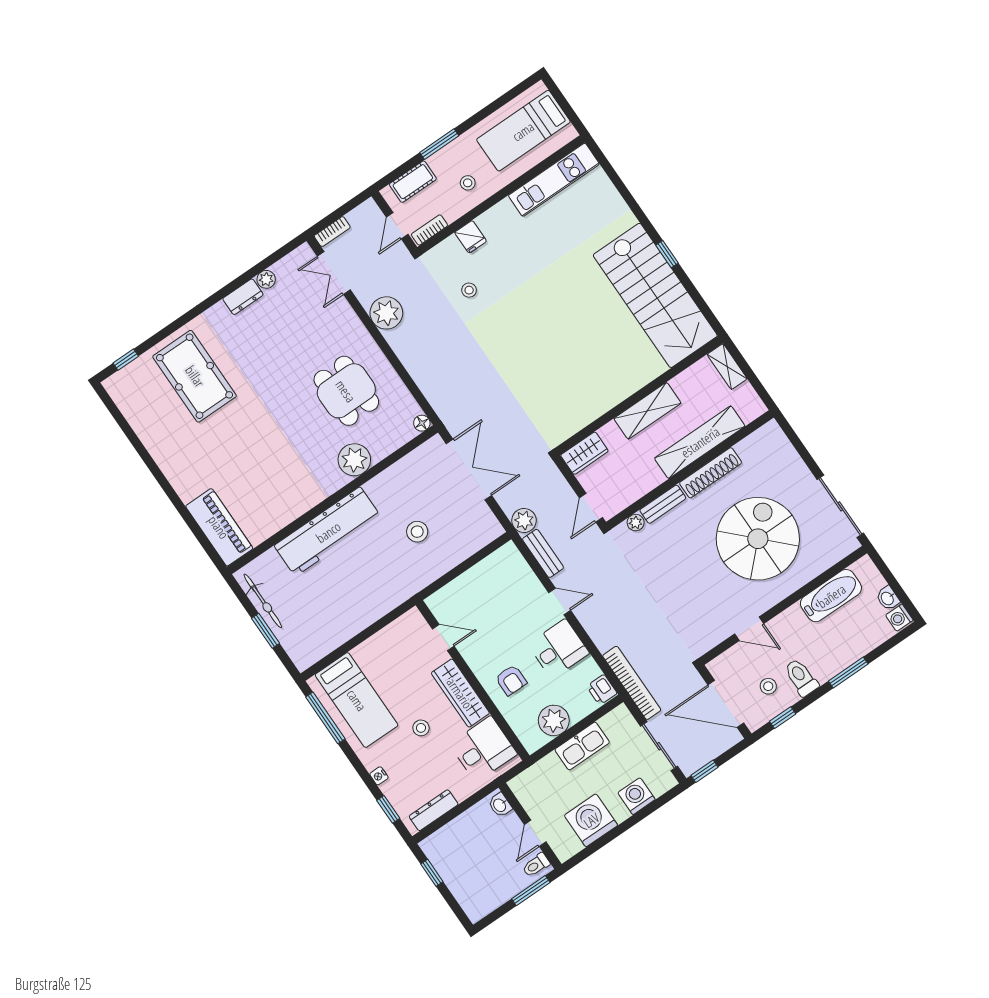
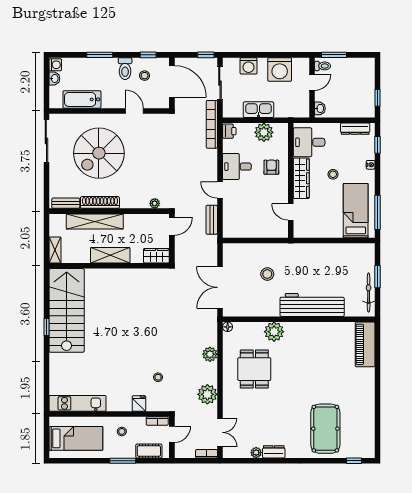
bench: (663, 504) -> (66, 203), moved
plant: (524, 520) -> (210, 354), moved

